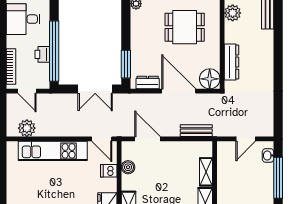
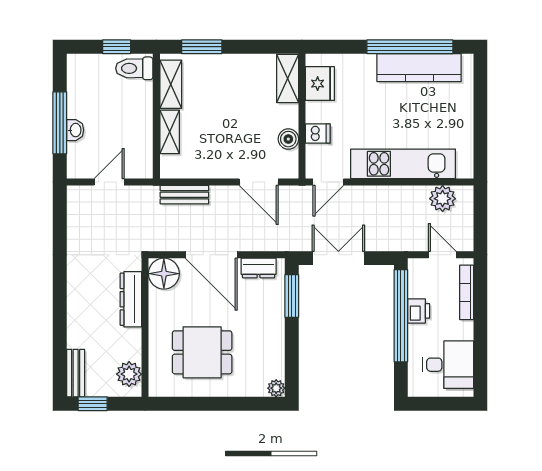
door: (102, 139) -> (328, 182), swing flipped
washbasin: (268, 155) -> (75, 130), moved

